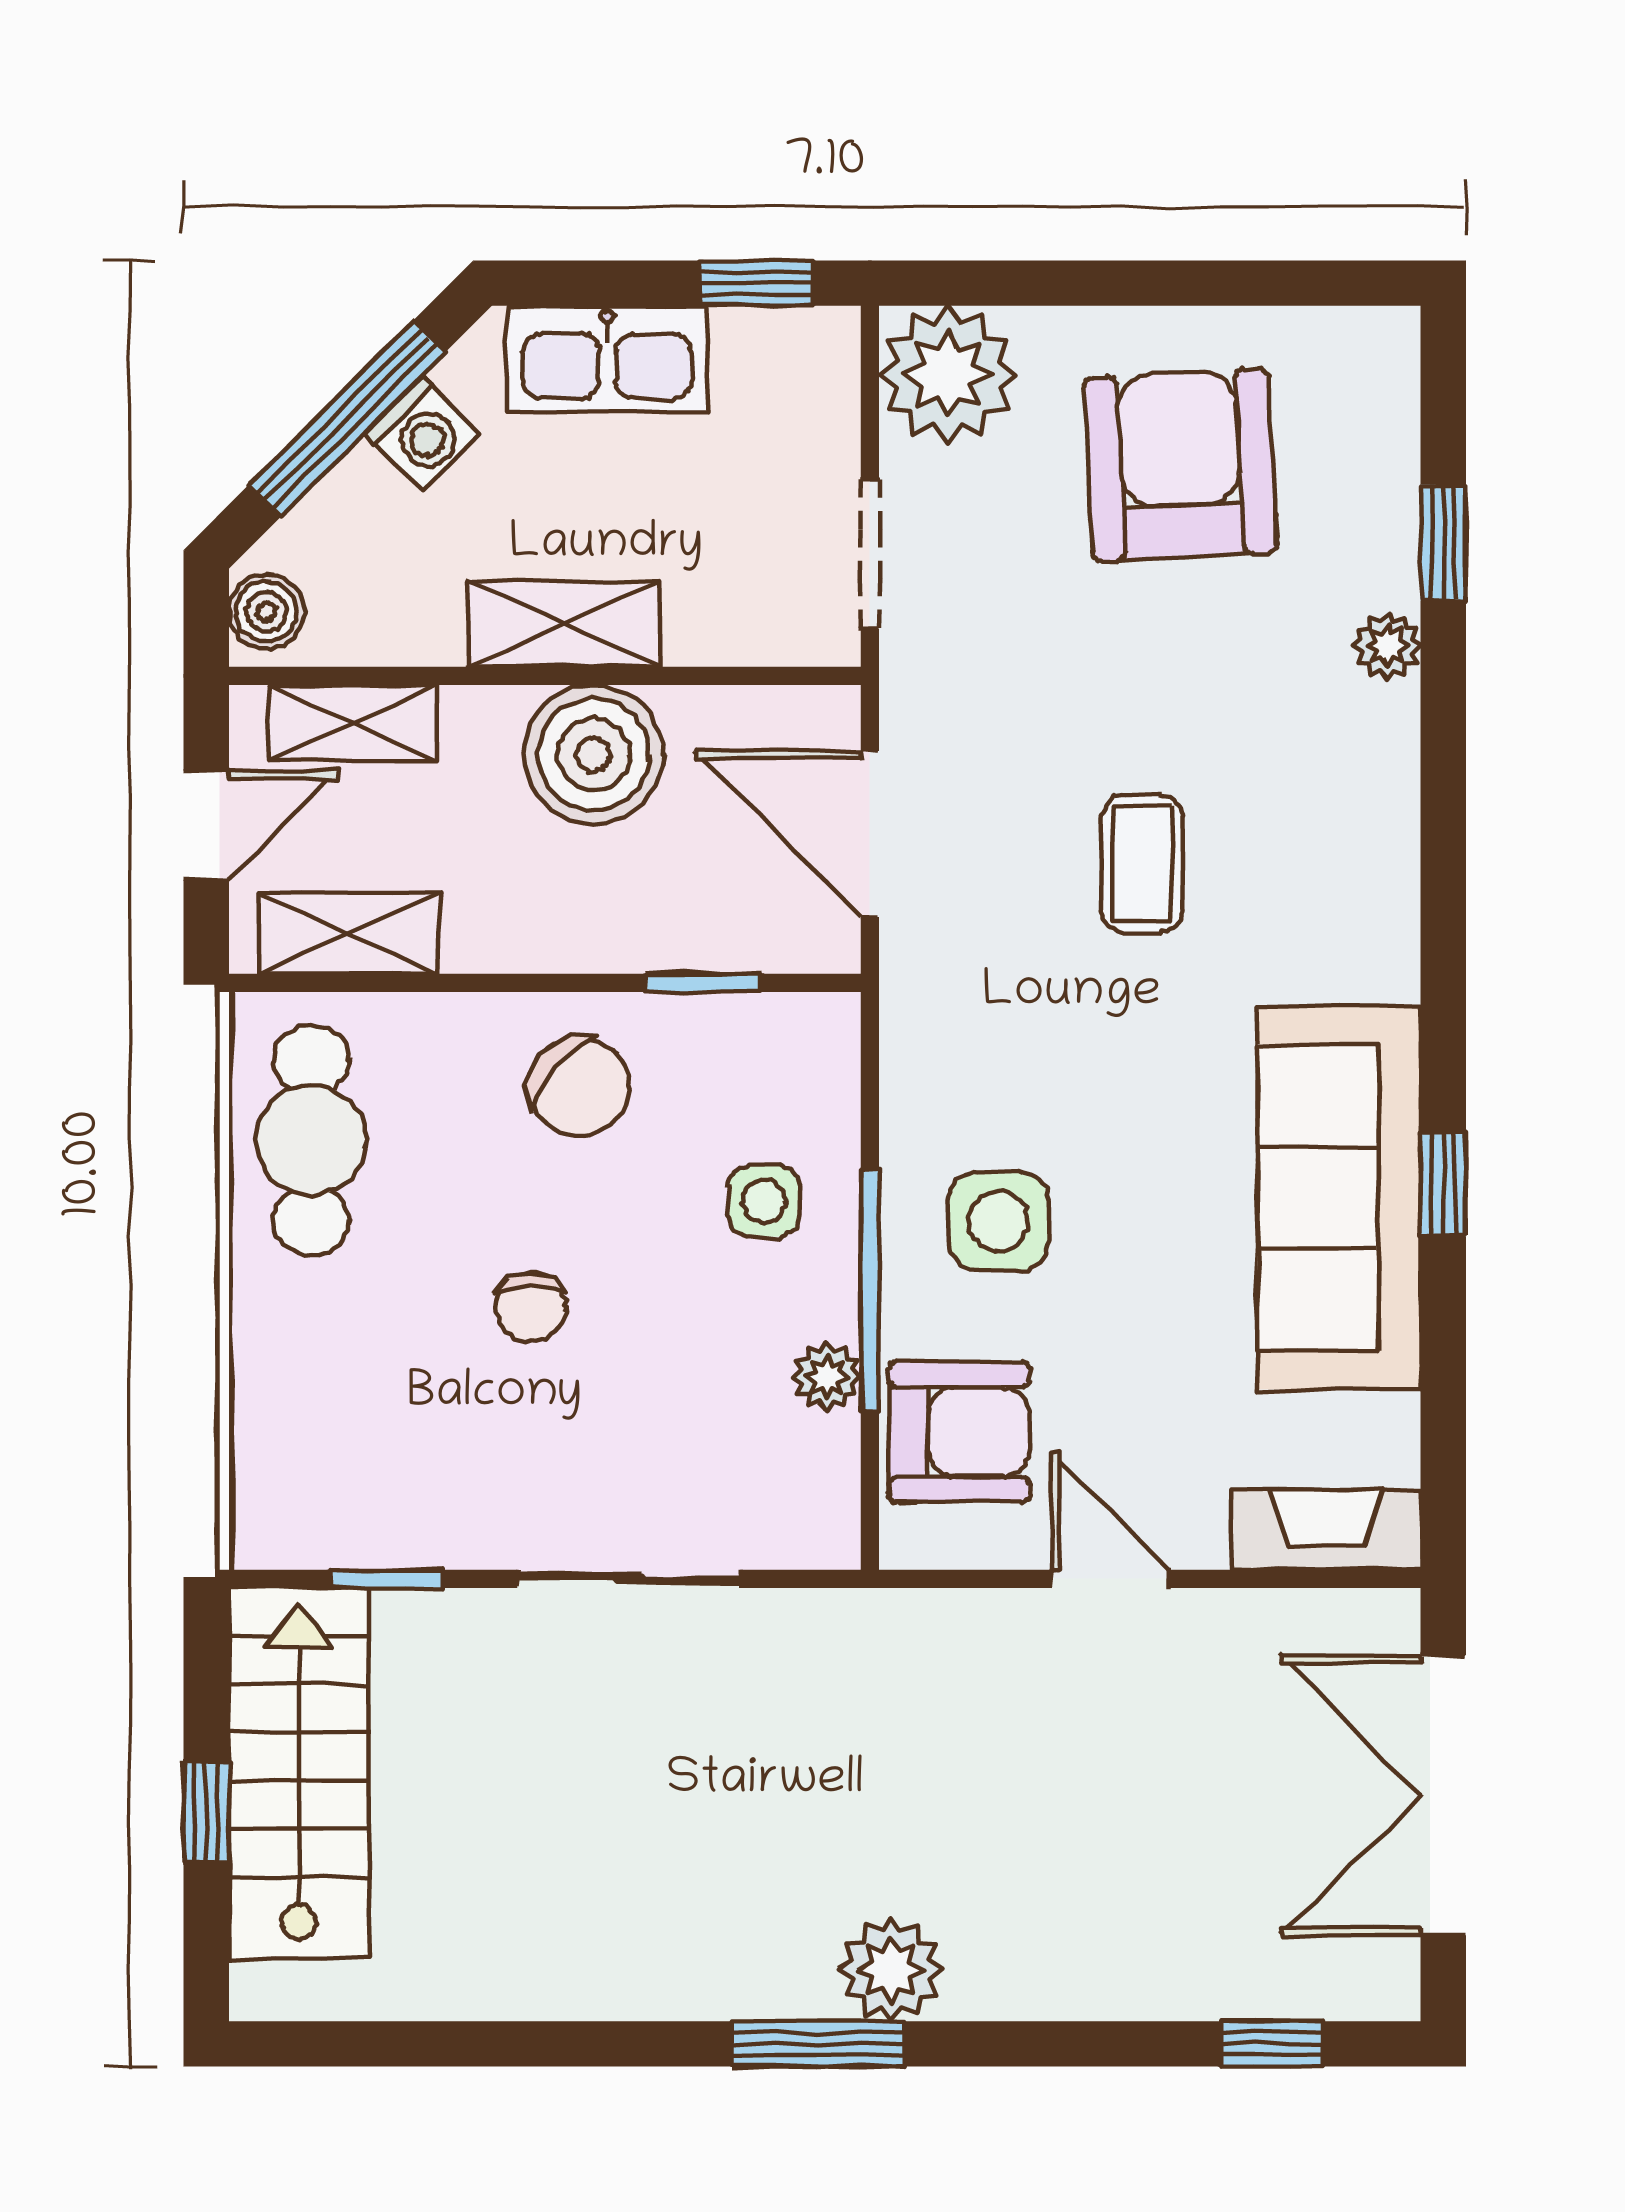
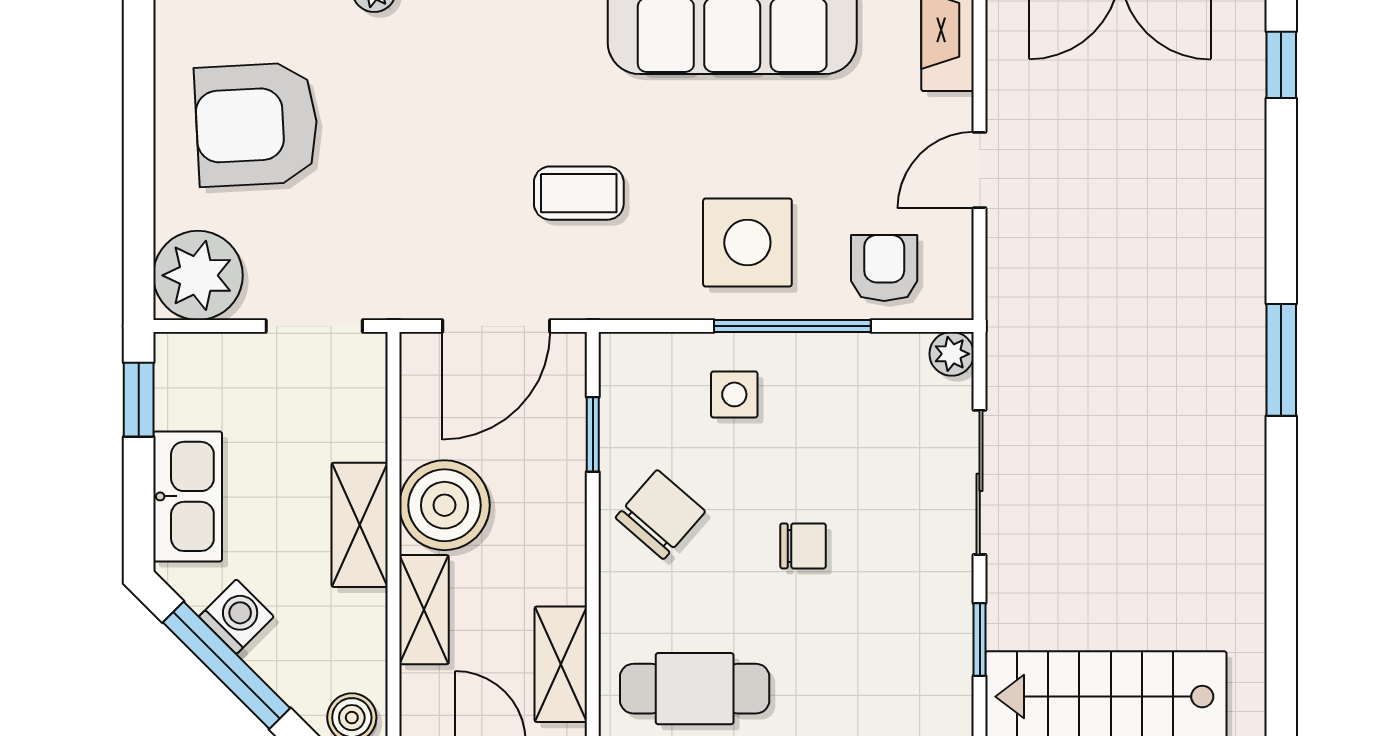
shelving: (352, 723) -> (424, 610), moved
coffee table: (1142, 864) -> (579, 193), moved
side table: (998, 1221) -> (747, 243), width x1.37, depth x1.37
plant: (827, 1377) -> (952, 354), moved
armchair: (959, 1432) -> (884, 268), width x0.72, depth x0.72
plant: (891, 1970) -> (1233, 312), removed

